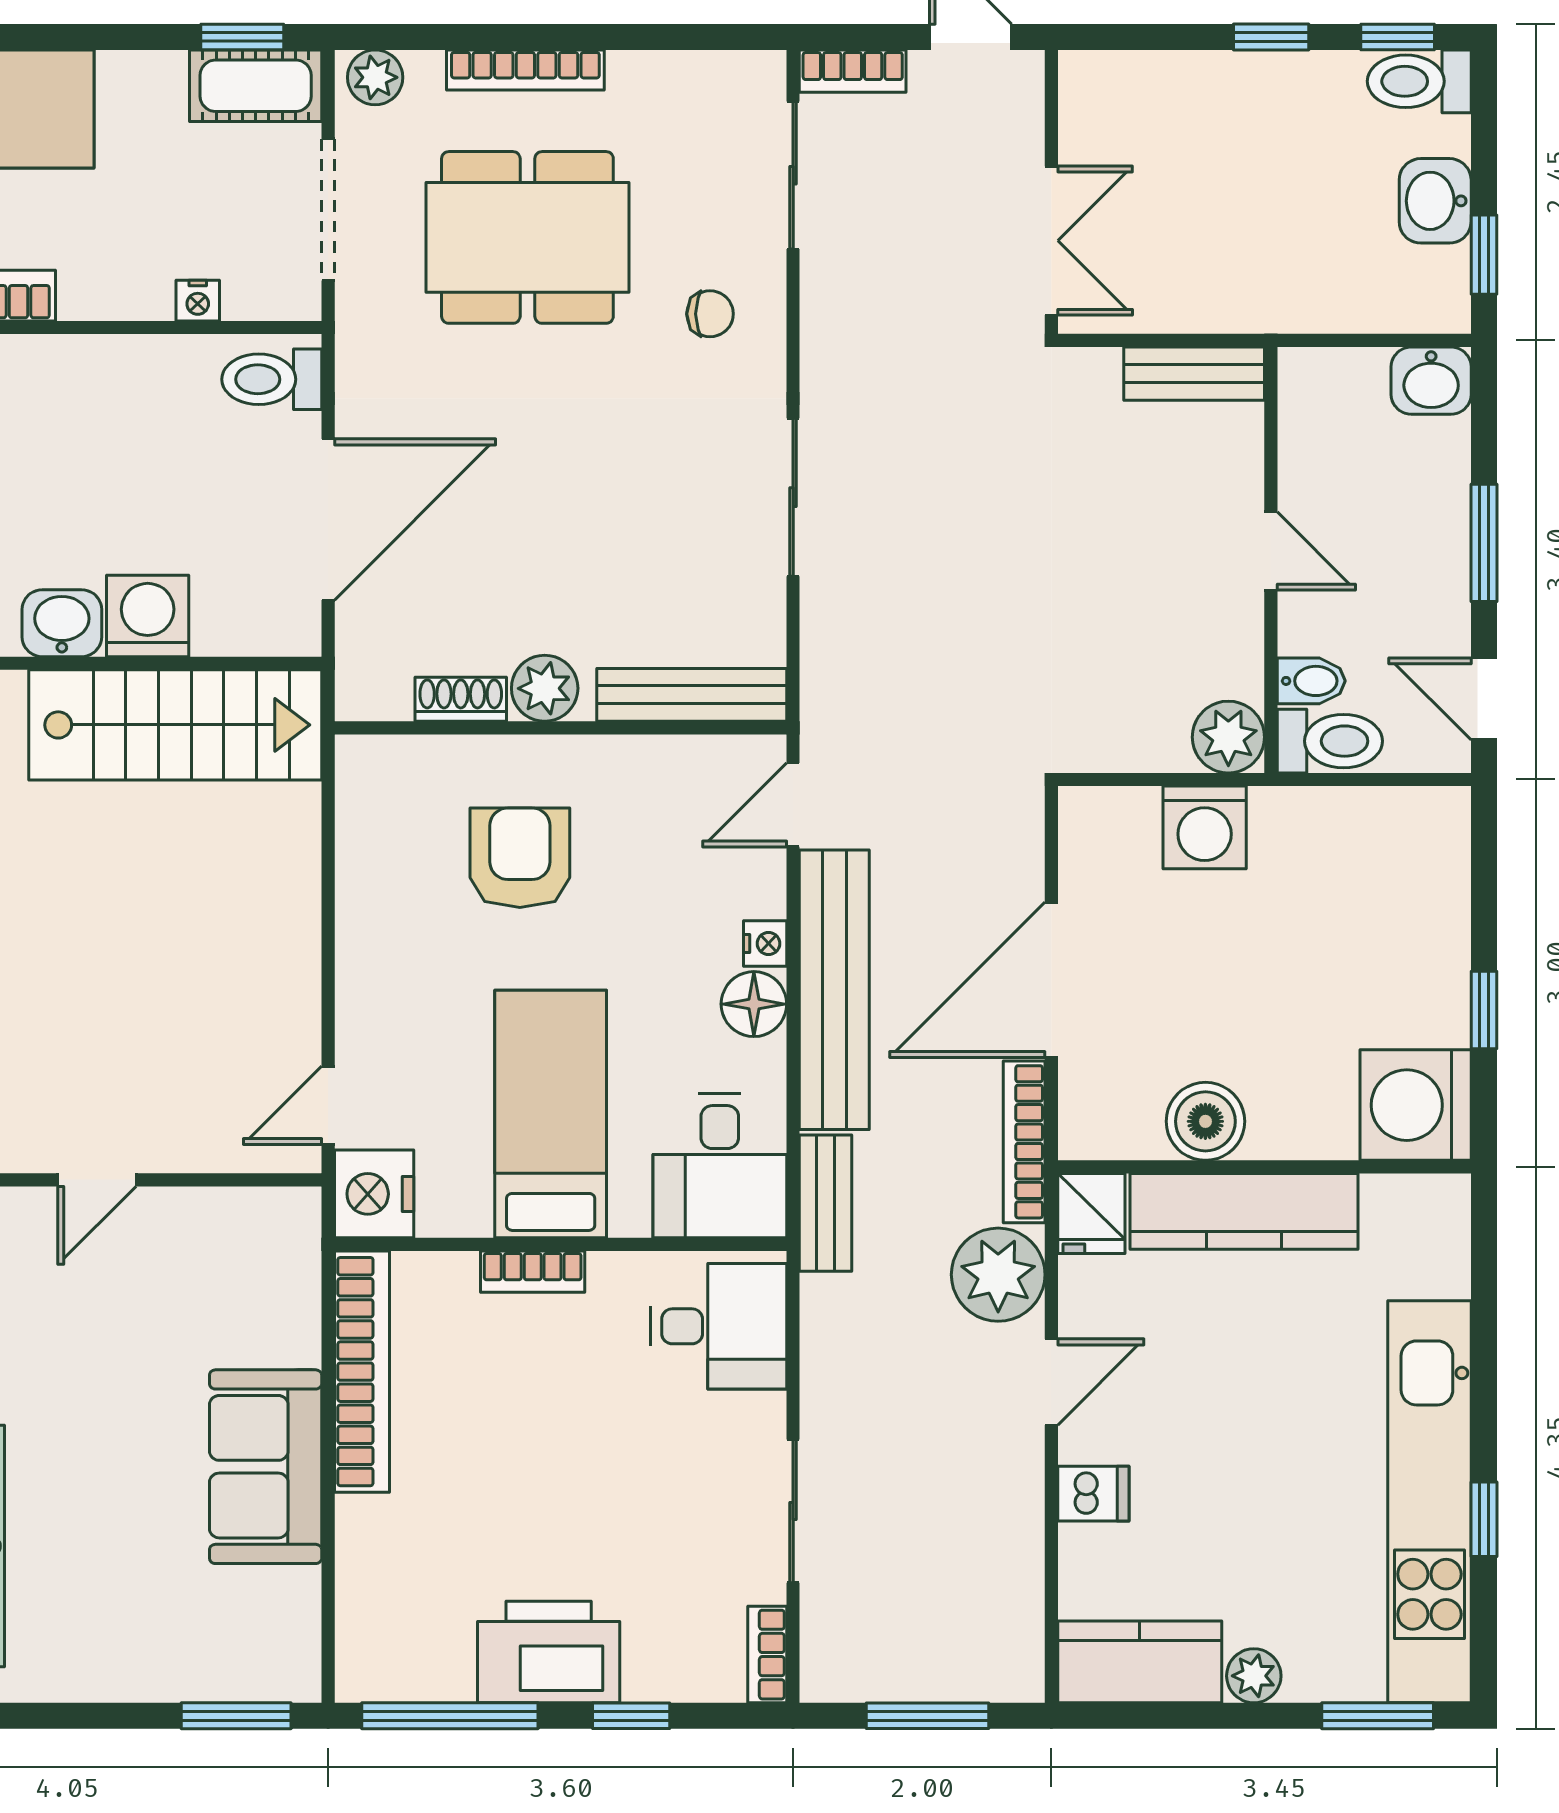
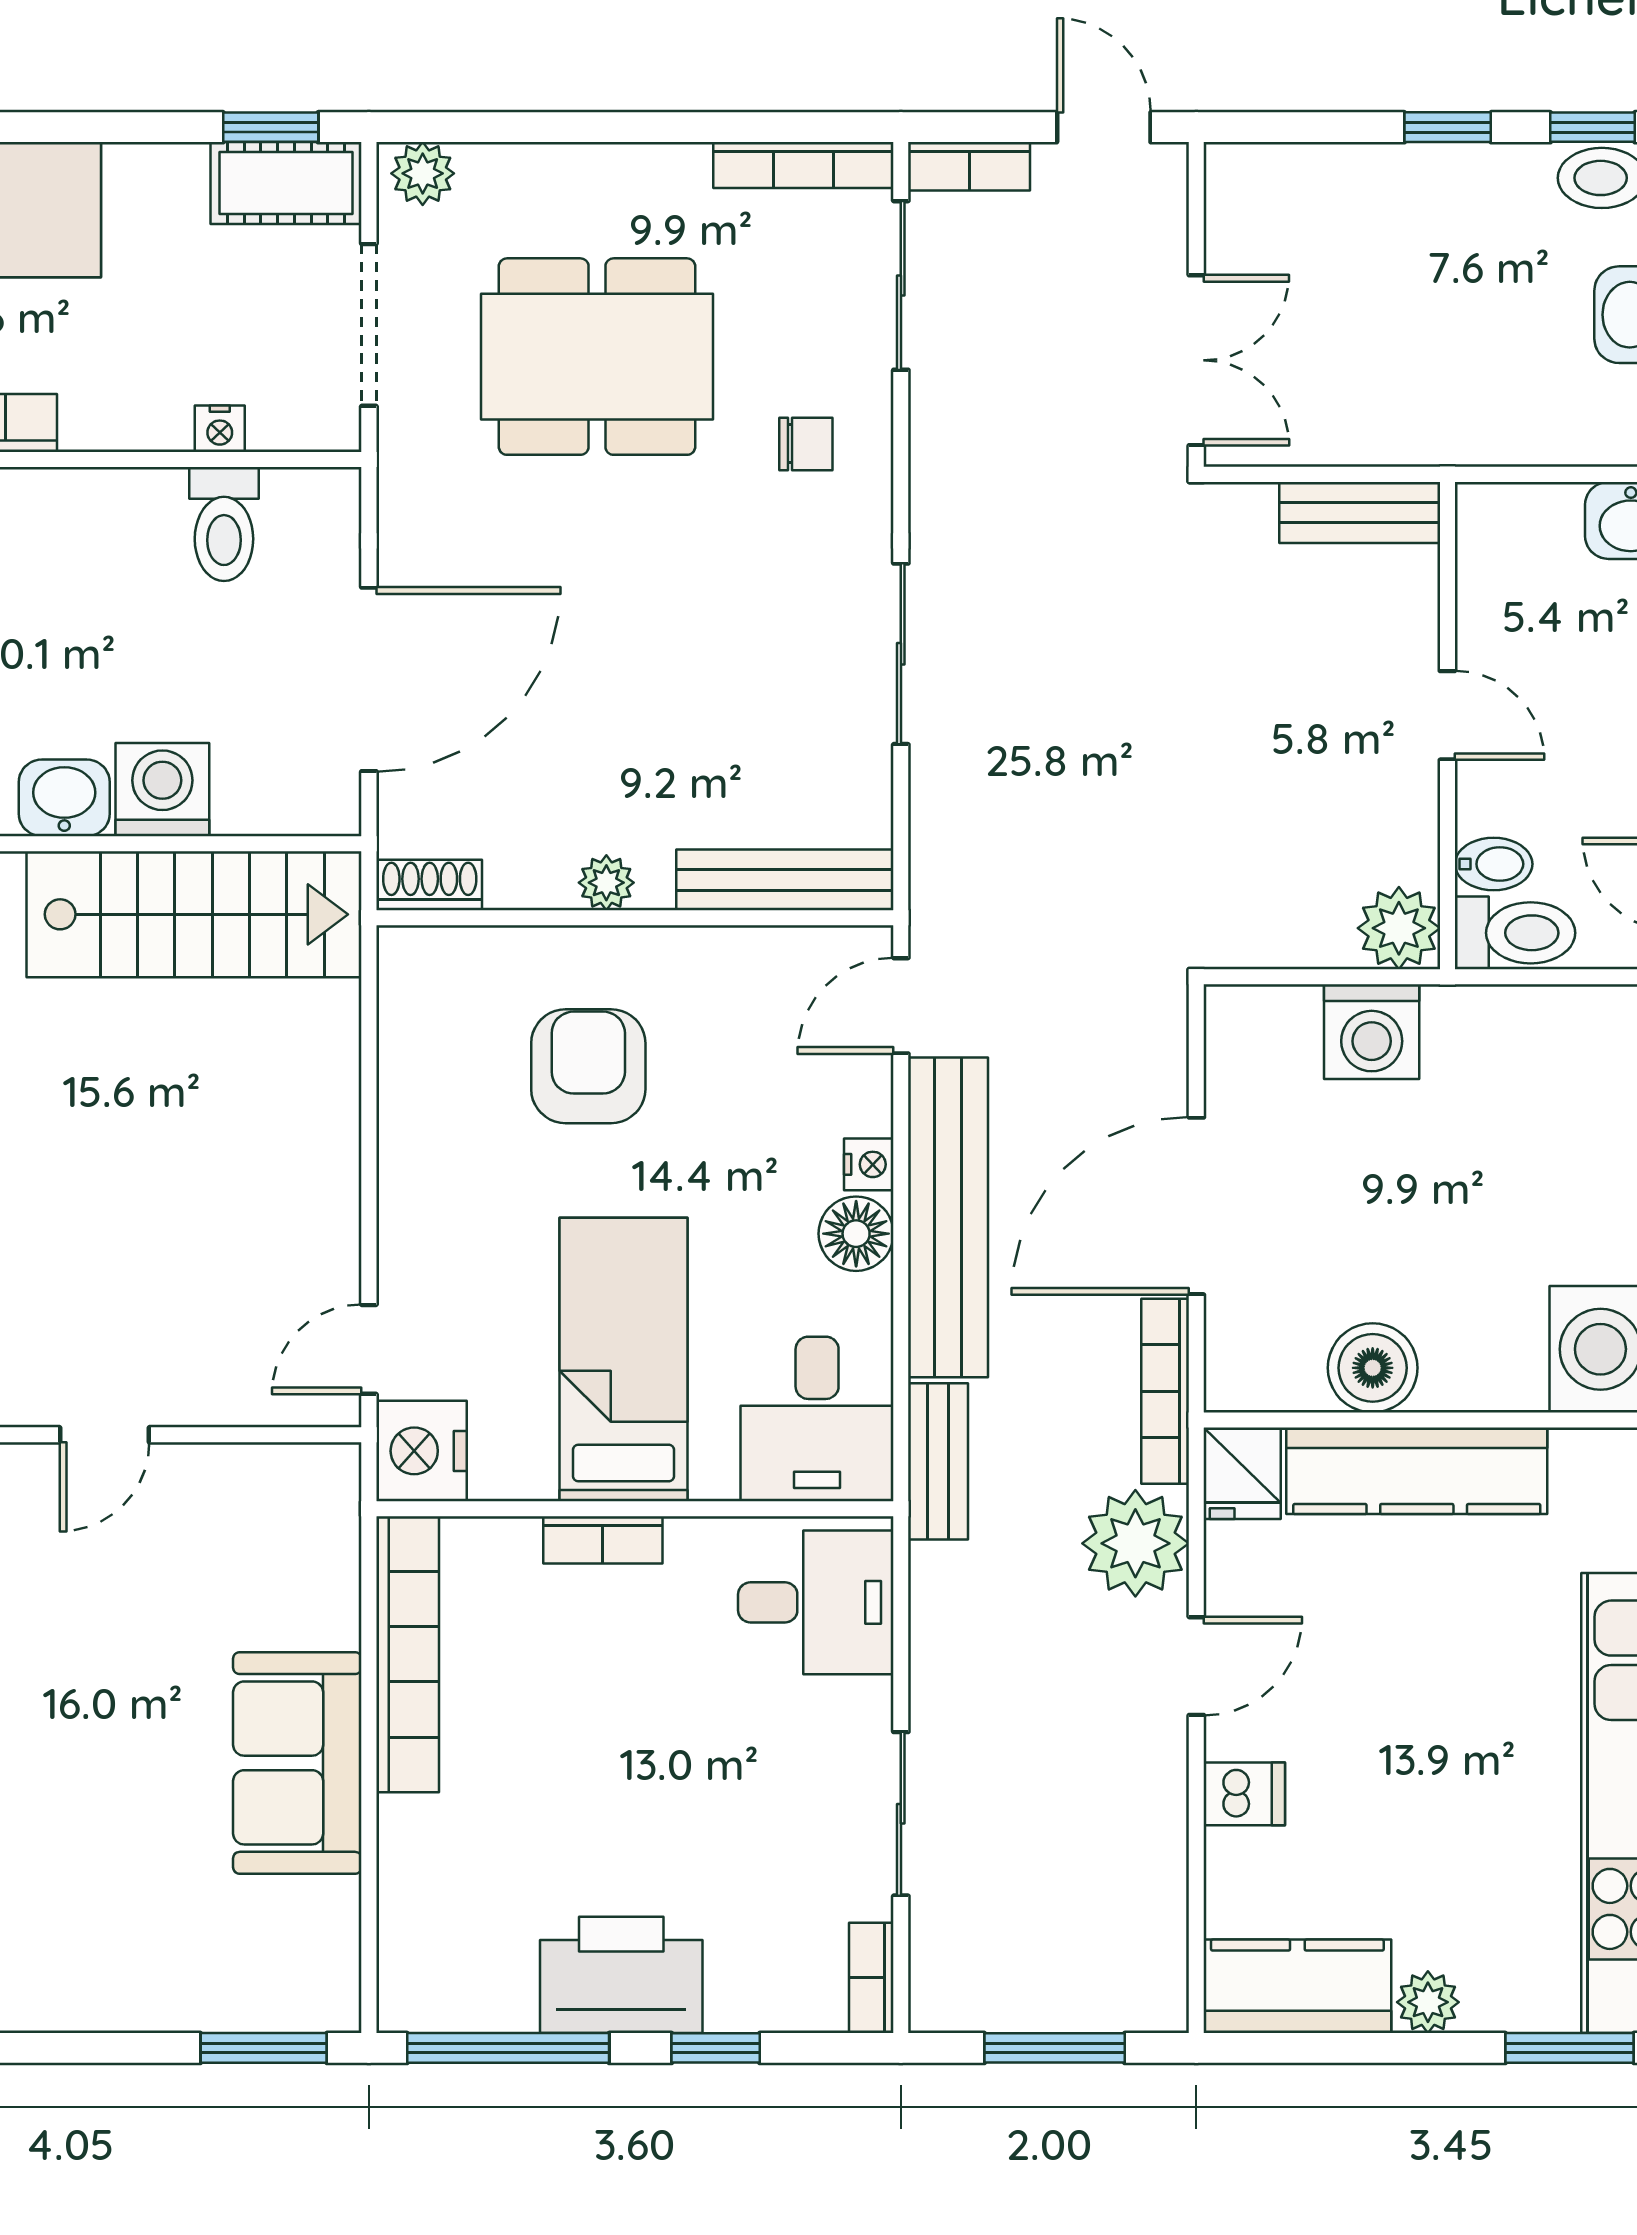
bookcase: (525, 70) -> (803, 165), moved
toilet: (272, 379) -> (224, 524), moved, turned -90
plant: (545, 688) -> (606, 883), width x0.73, depth x0.73
shoe rack: (461, 699) -> (430, 885), moved

